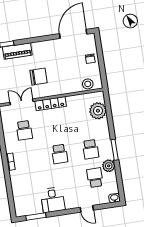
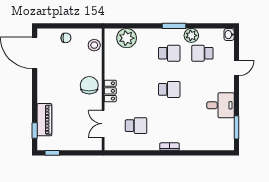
chair: (38, 77) -> (89, 85), moved
locker: (51, 104) -> (110, 91), width x0.66

